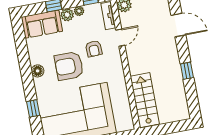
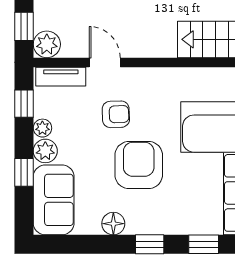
armchair: (69, 66) -> (139, 165), turned 180
floor lamp: (38, 71) -> (113, 224), moved
window: (28, 80) -> (150, 244), added

